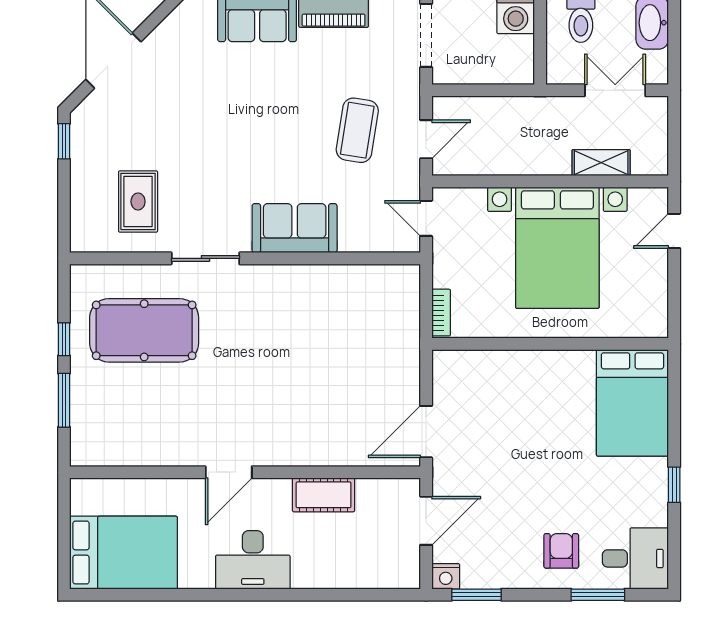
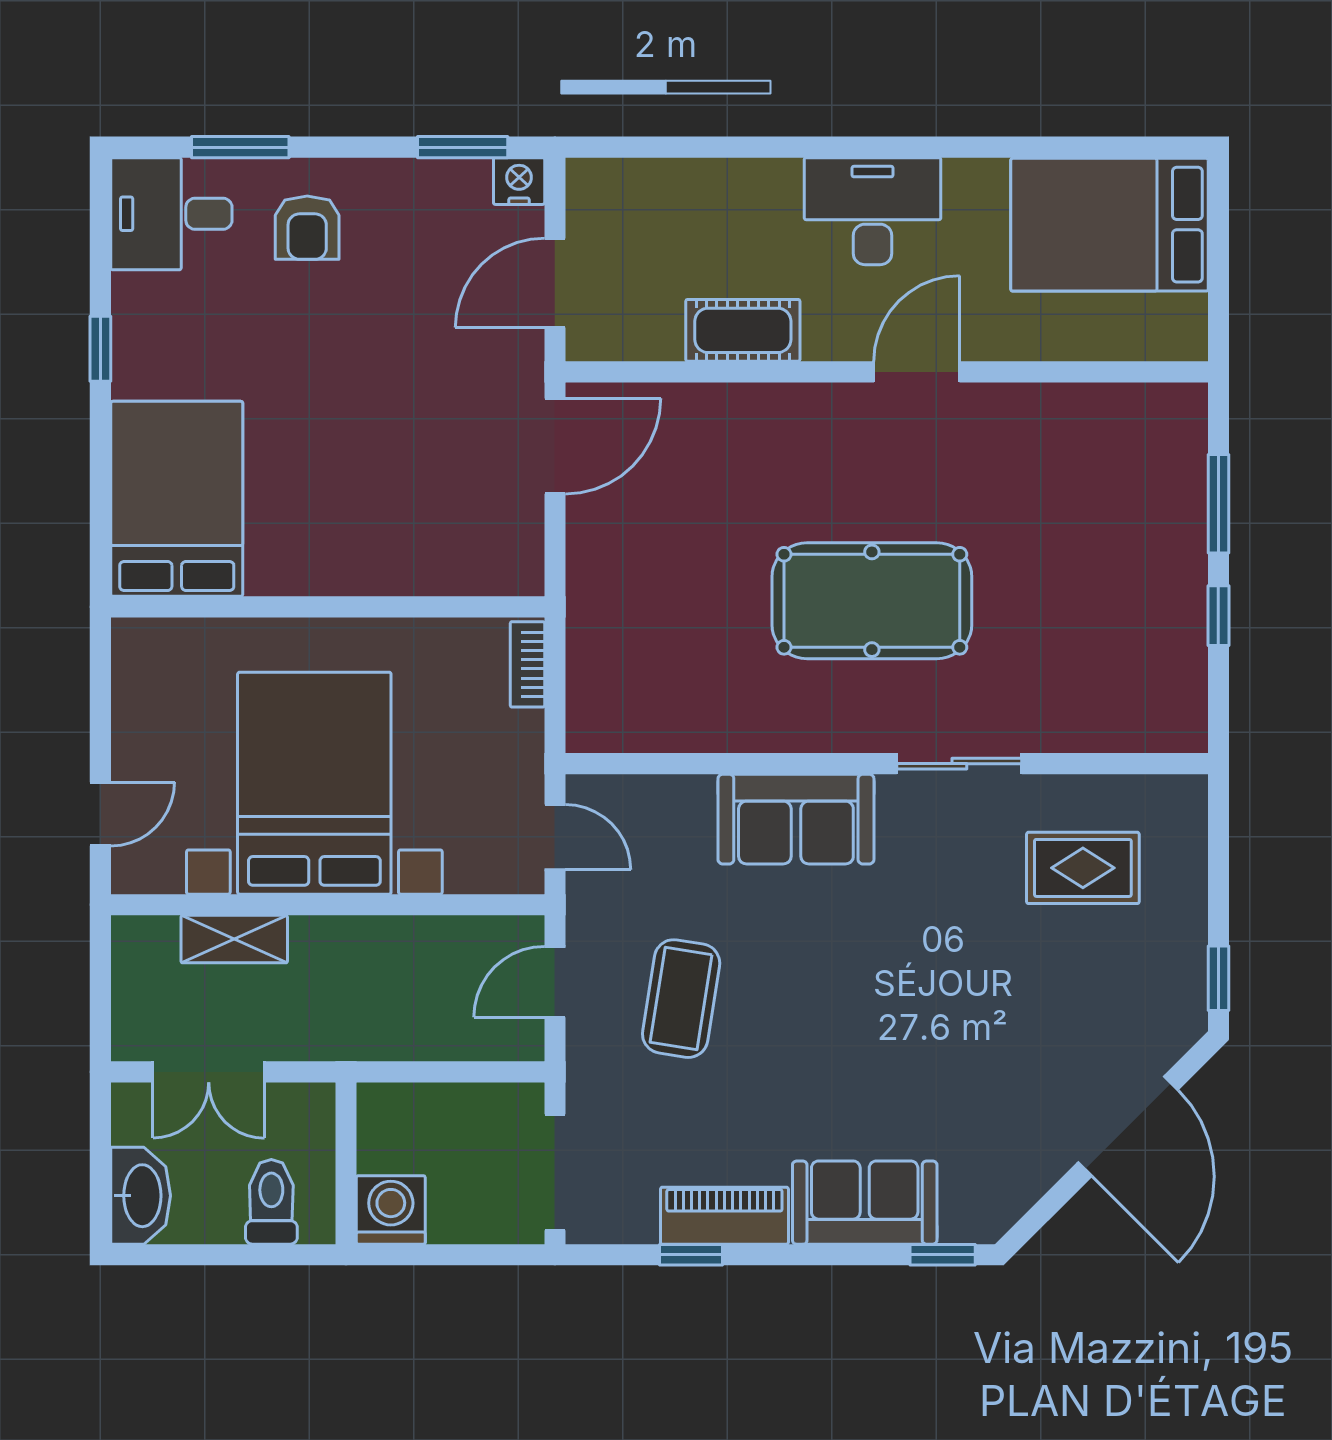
rug: (138, 202) -> (1083, 868), turned 90
pool table: (144, 330) -> (872, 601), moved

